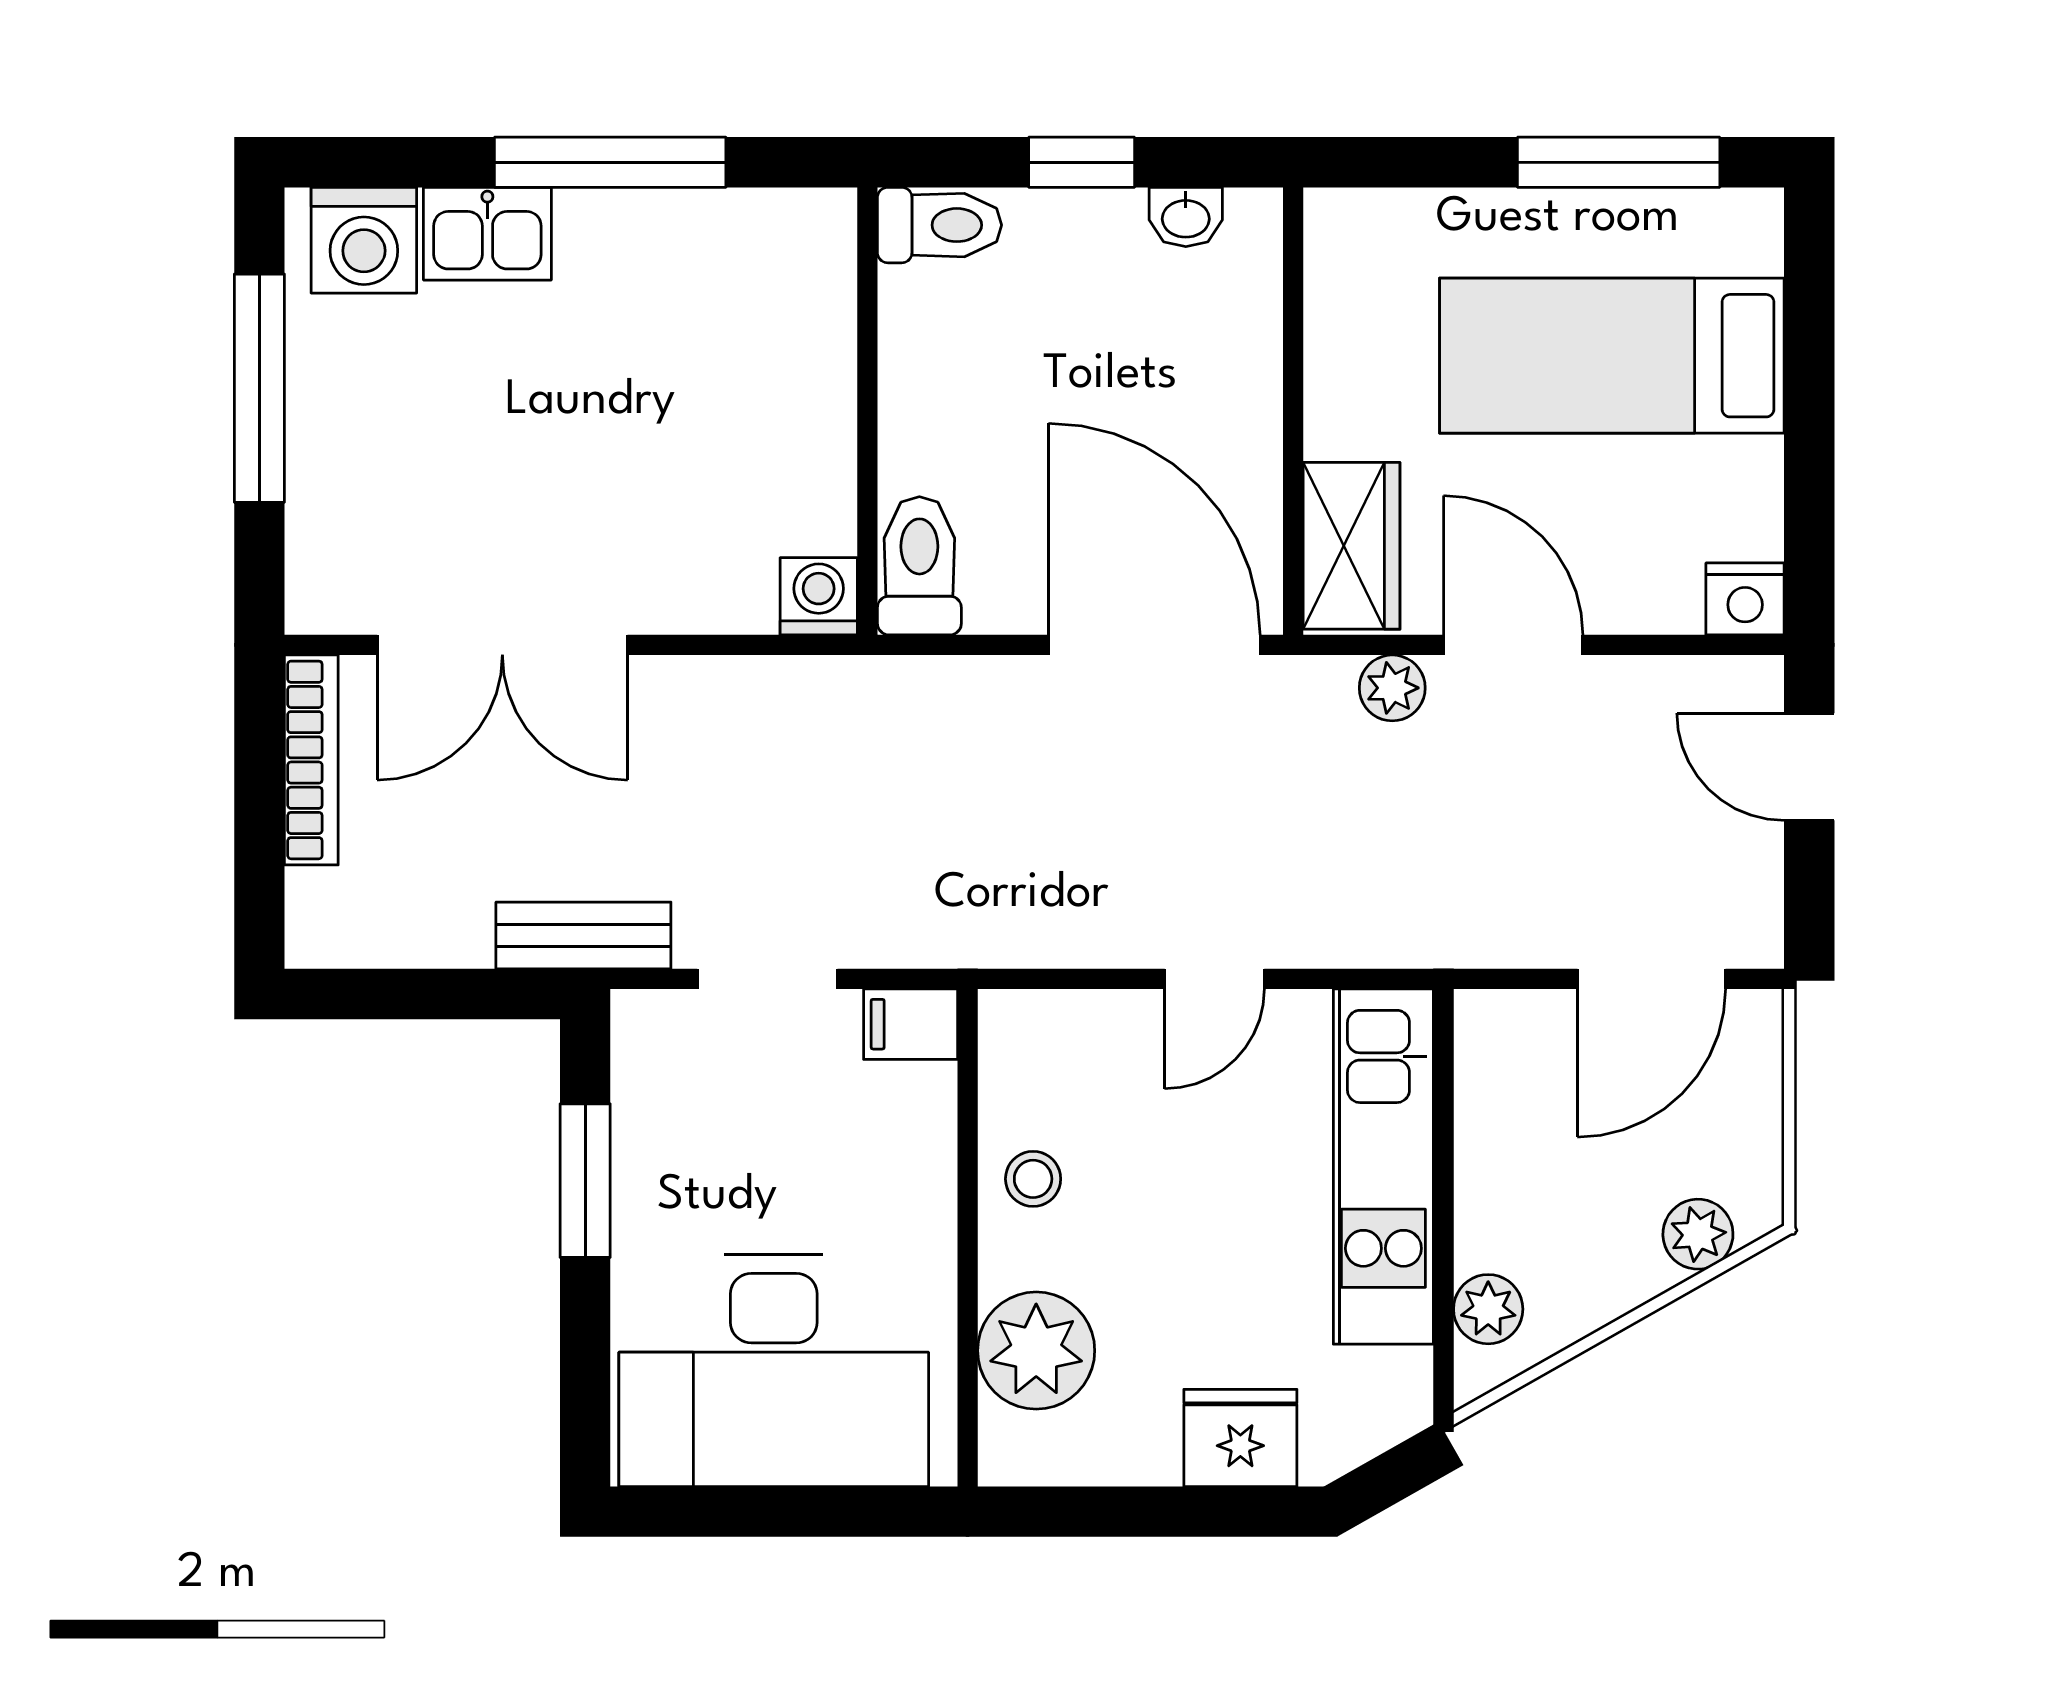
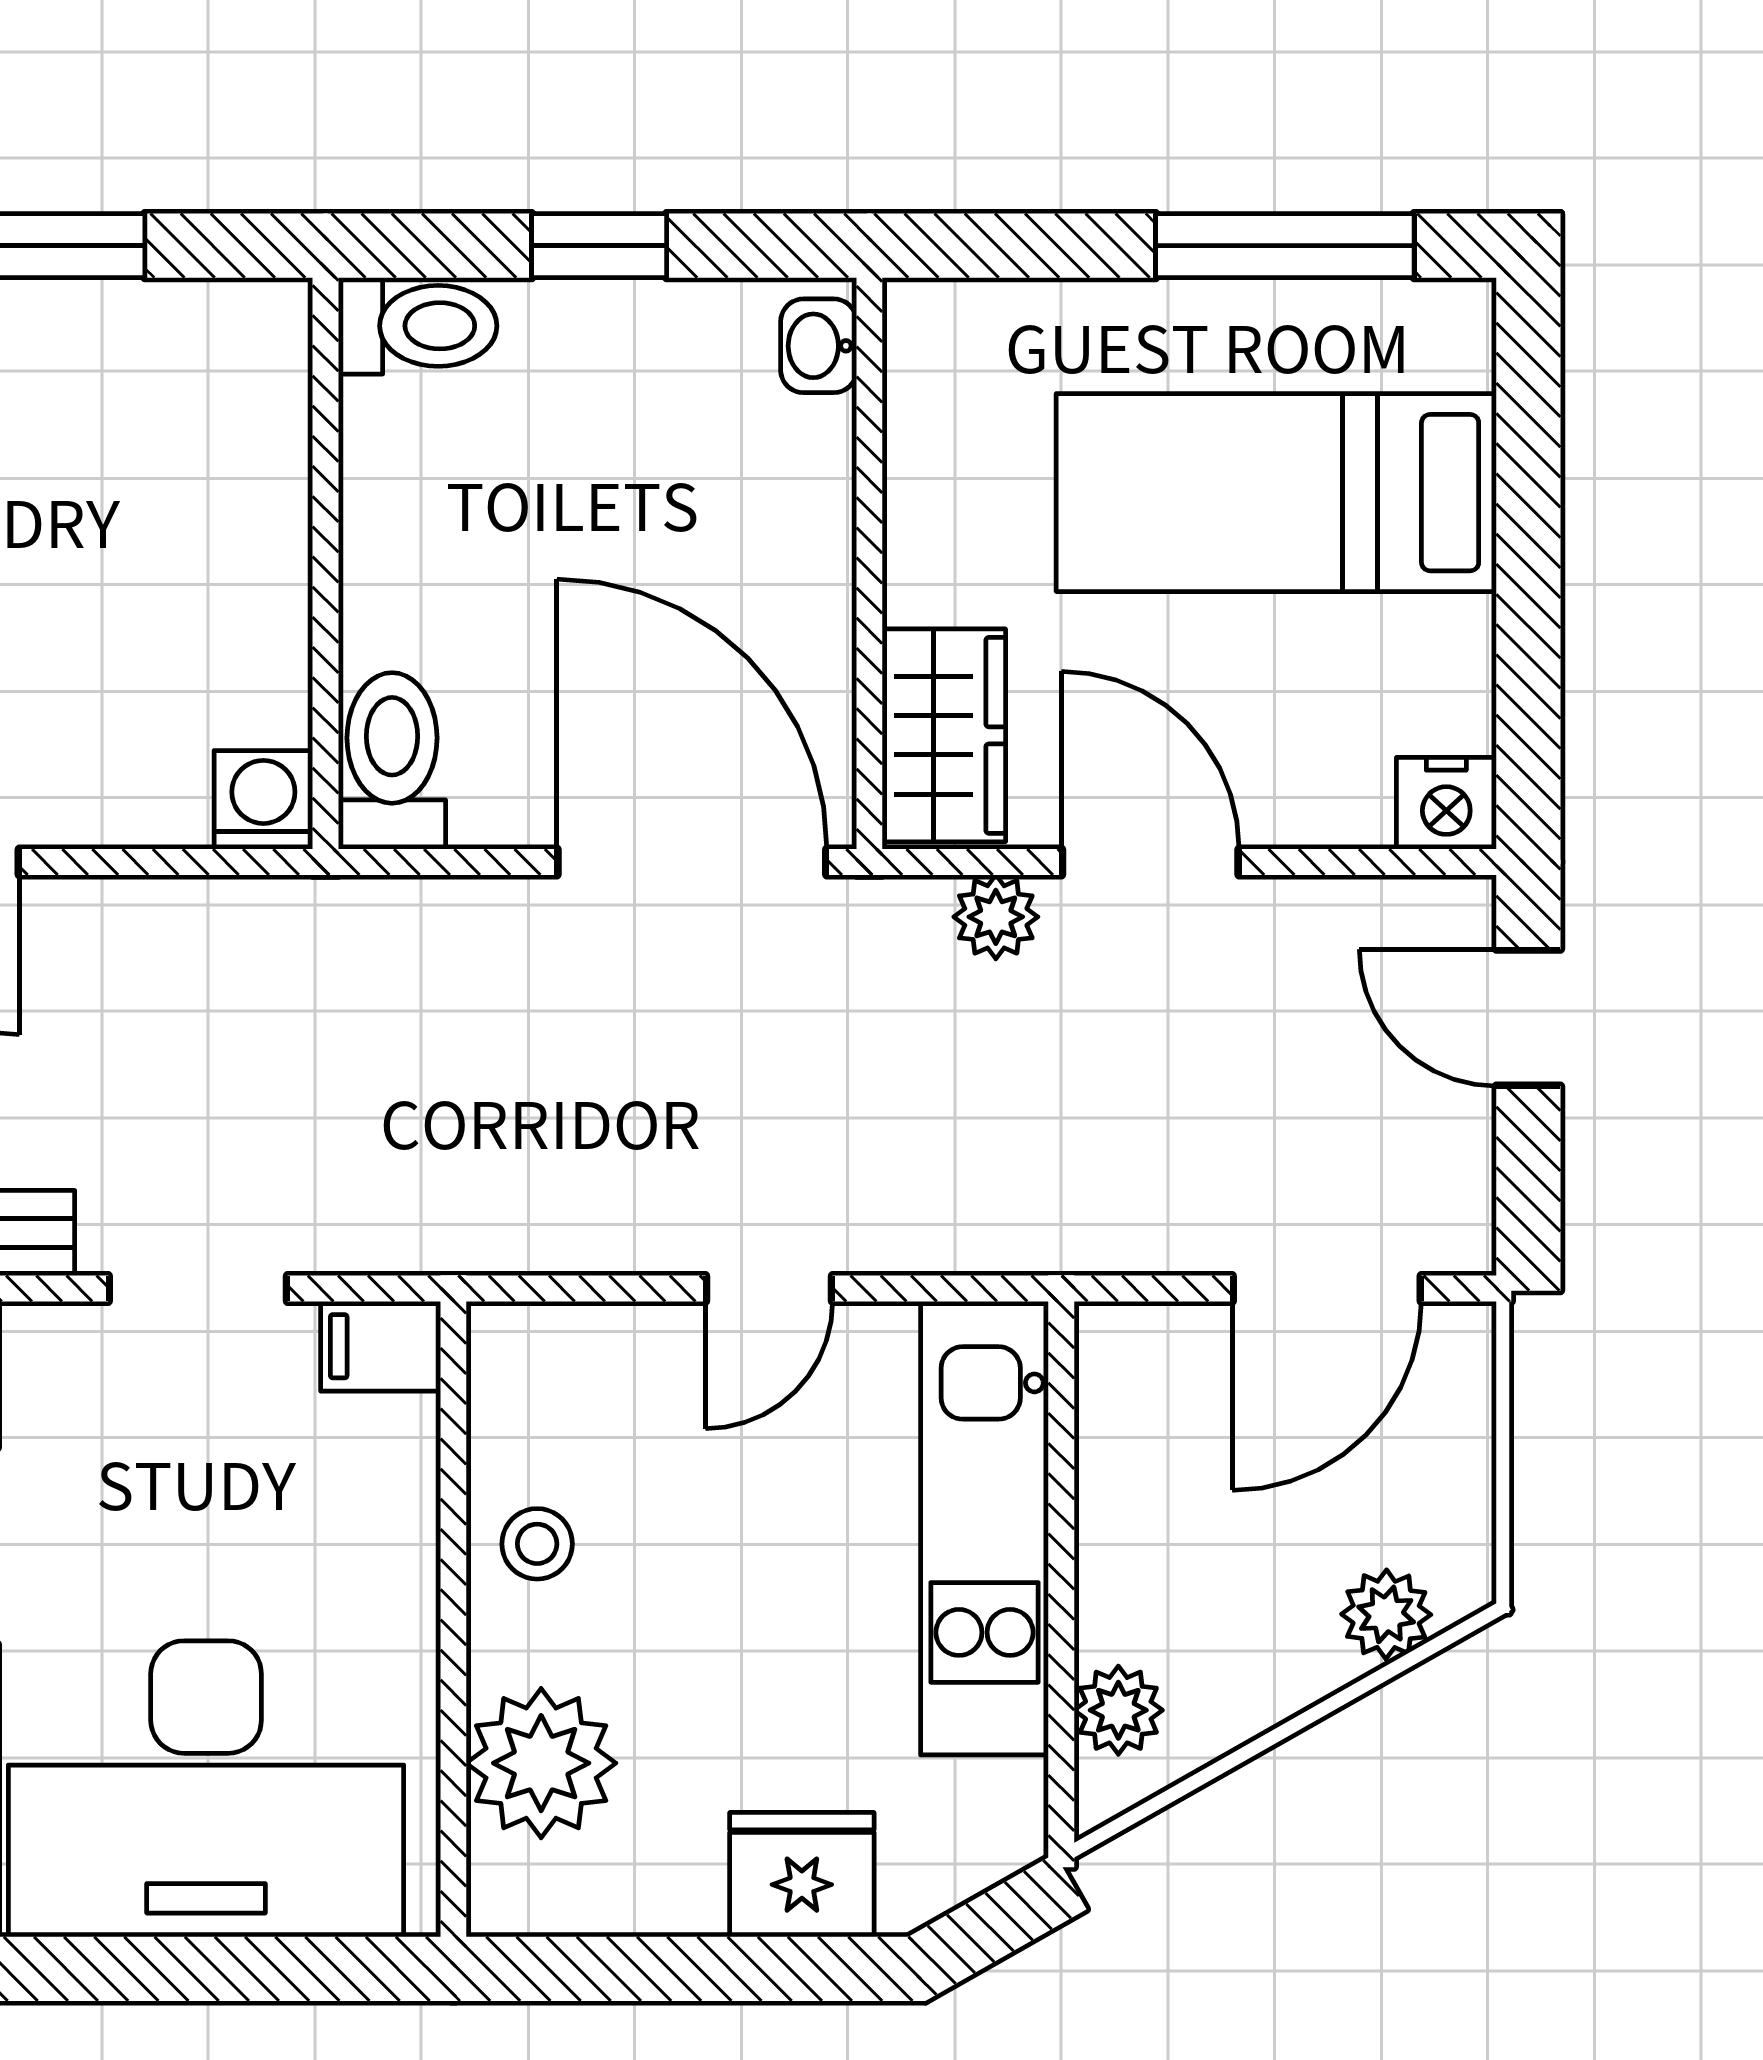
washbasin: (1186, 217) -> (819, 346), moved, turned 90

